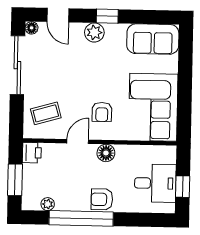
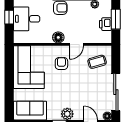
printer: (32, 153) -> (105, 24), moved

